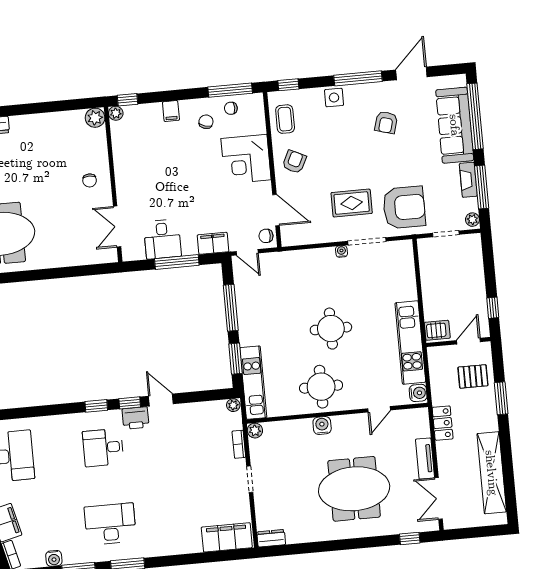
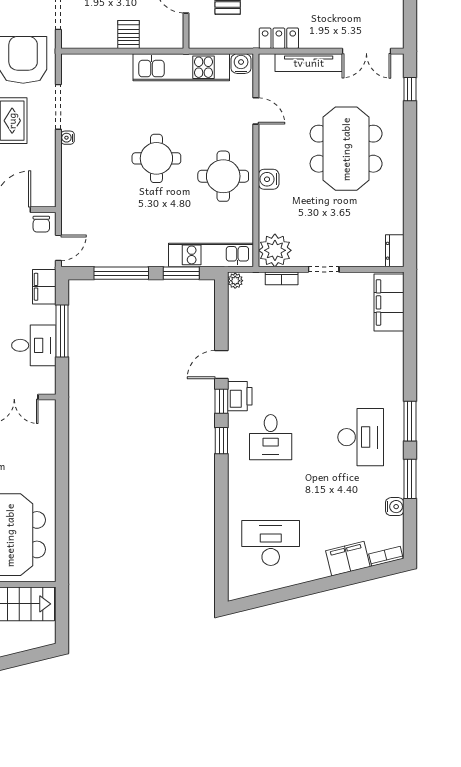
server rack: (437, 330) -> (128, 34), moved
plant: (255, 431) -> (275, 250), width x1.88, depth x1.88
tv unit: (425, 459) -> (309, 63), width x1.41
desk: (110, 524) -> (361, 437), turned 180

